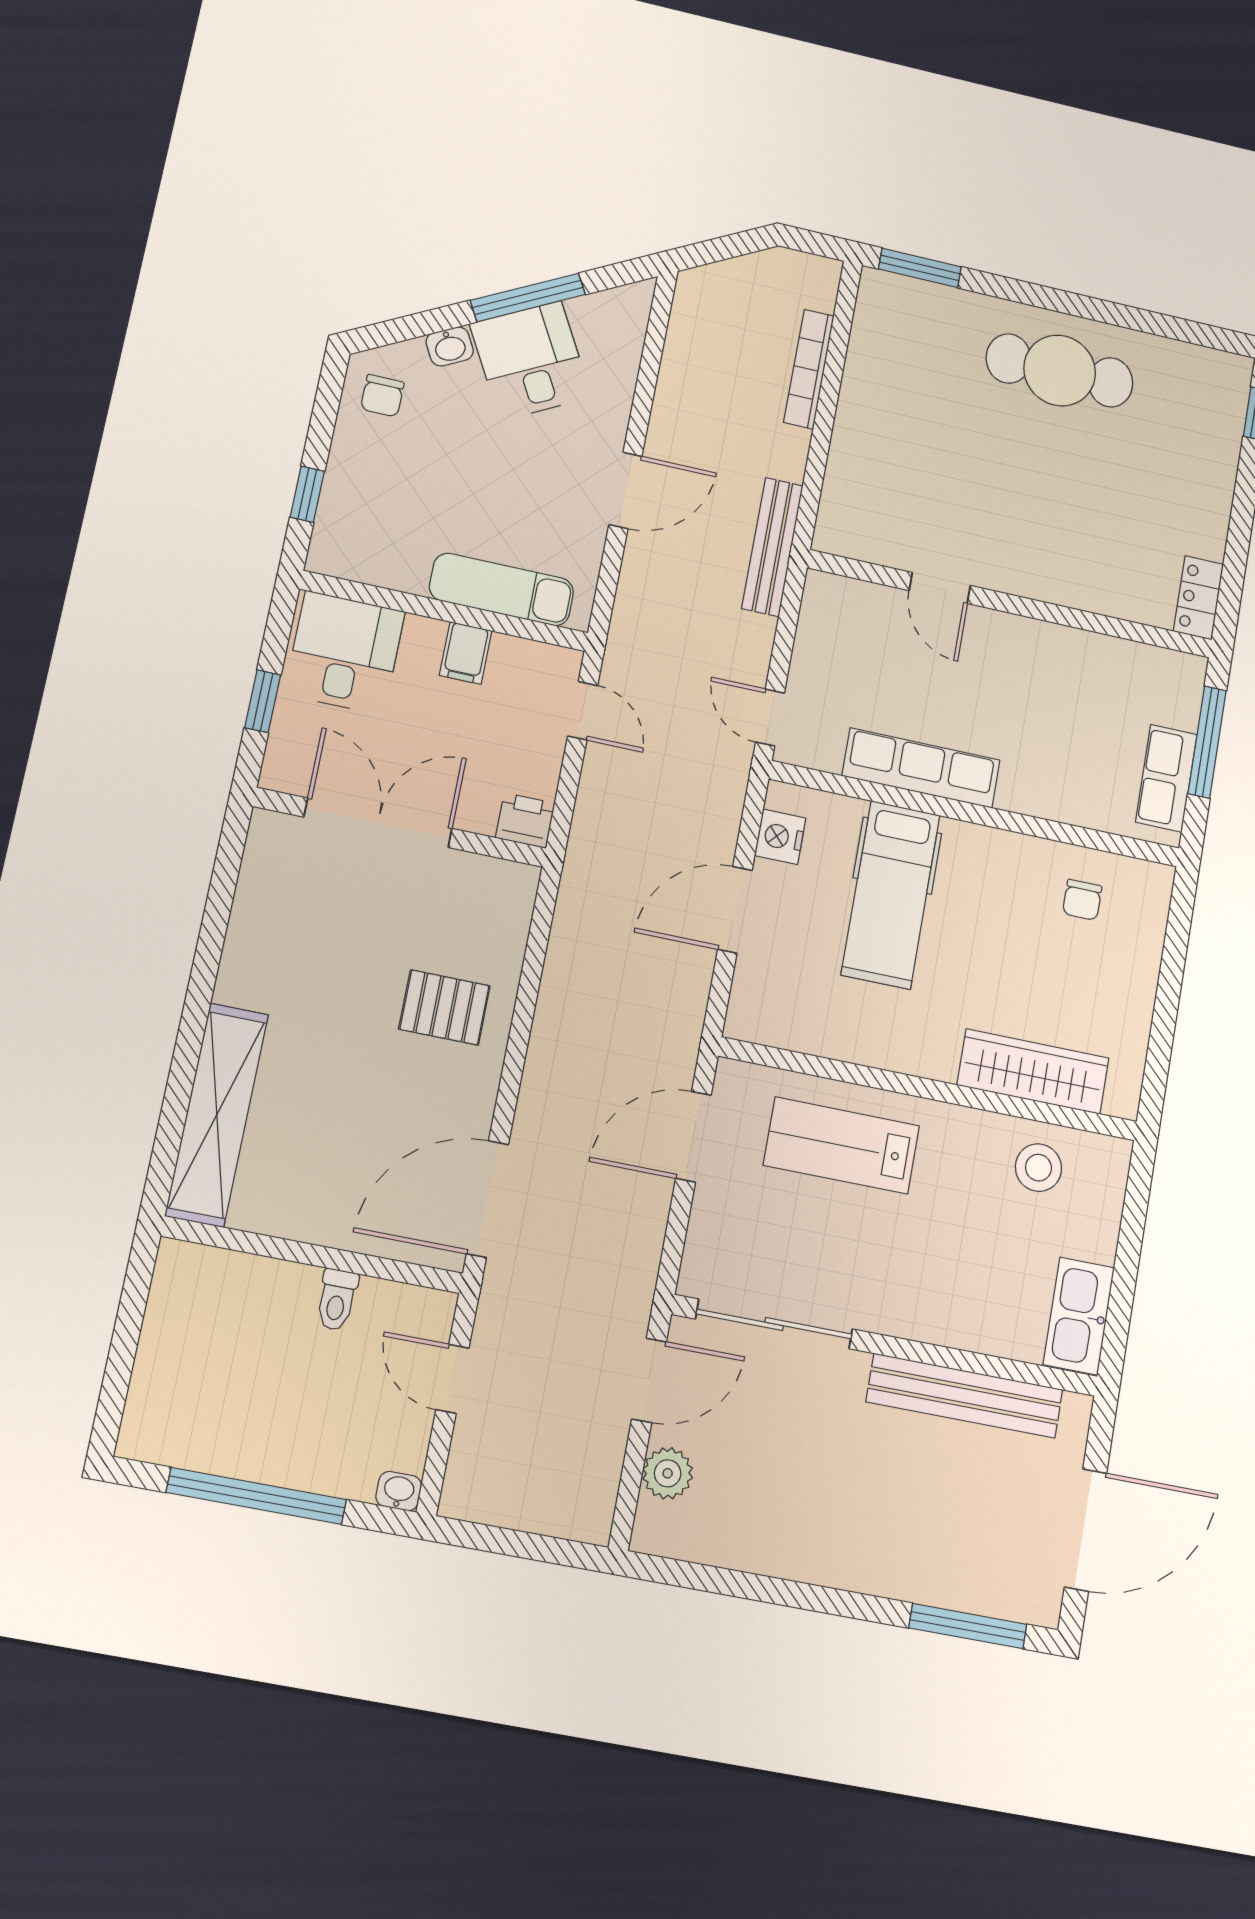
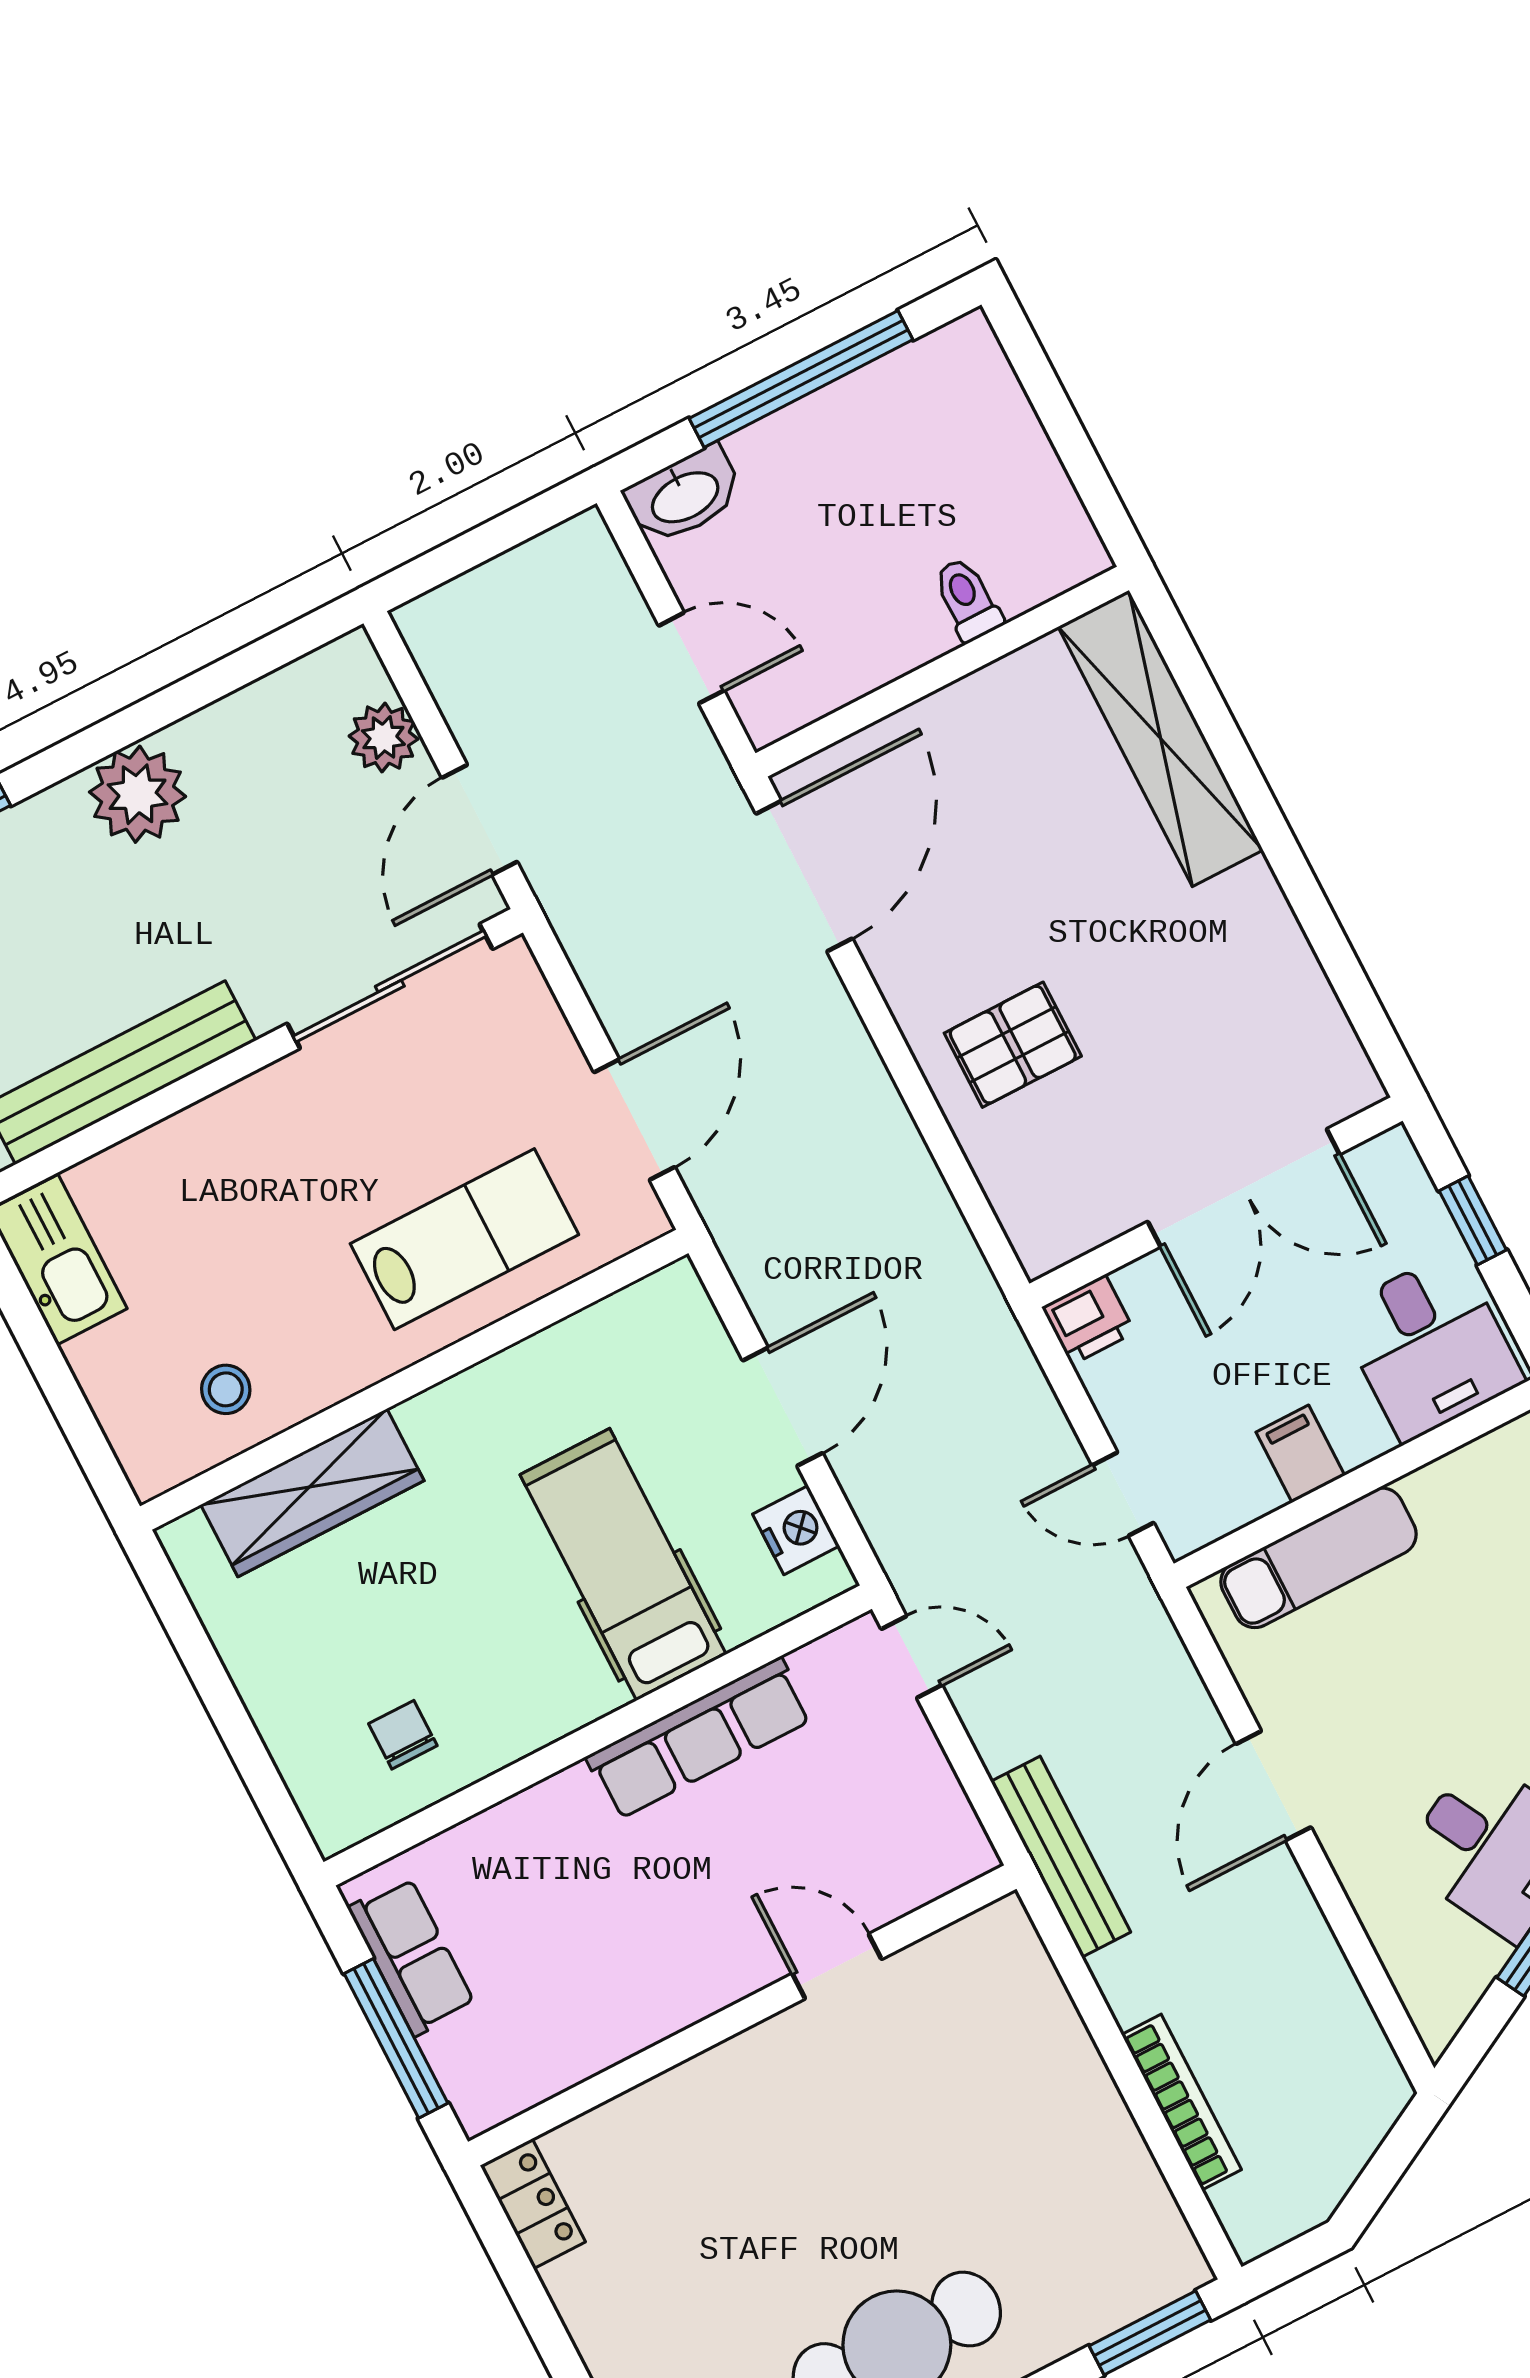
stool: (1038, 1168) -> (226, 1389), width x0.73, depth x0.73
toilet: (337, 1300) -> (967, 599), moved
washbasin: (399, 1491) -> (684, 496), width x1.91, depth x1.45
plant: (835, 1552) -> (138, 794), added

